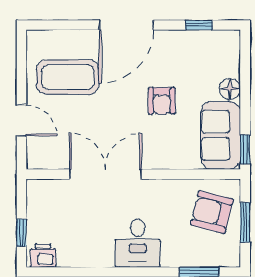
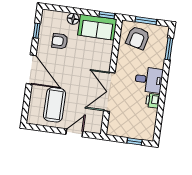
armchair: (162, 101) -> (60, 41), moved, turned 180
printer: (43, 256) -> (153, 101), moved

